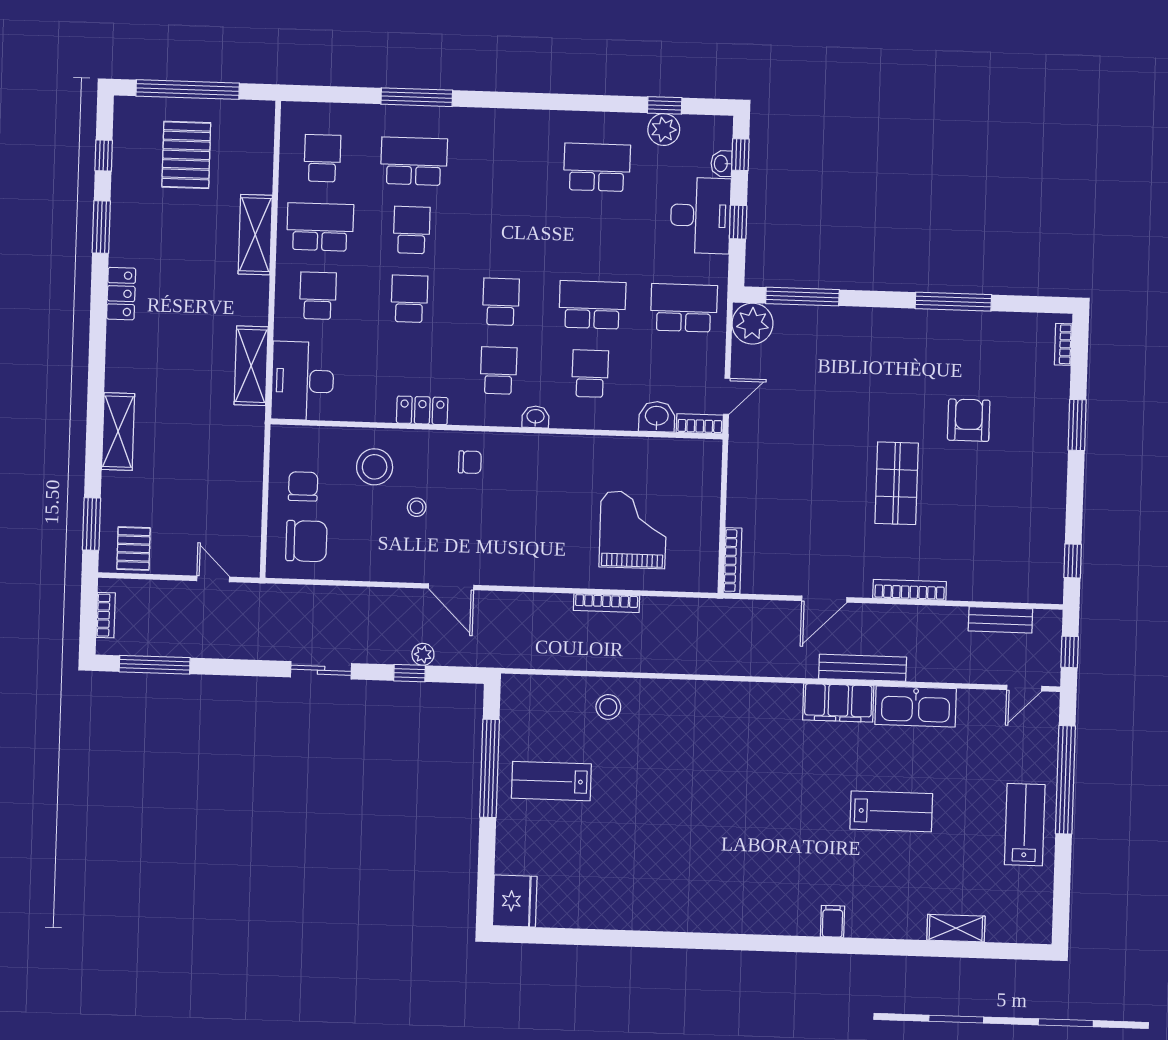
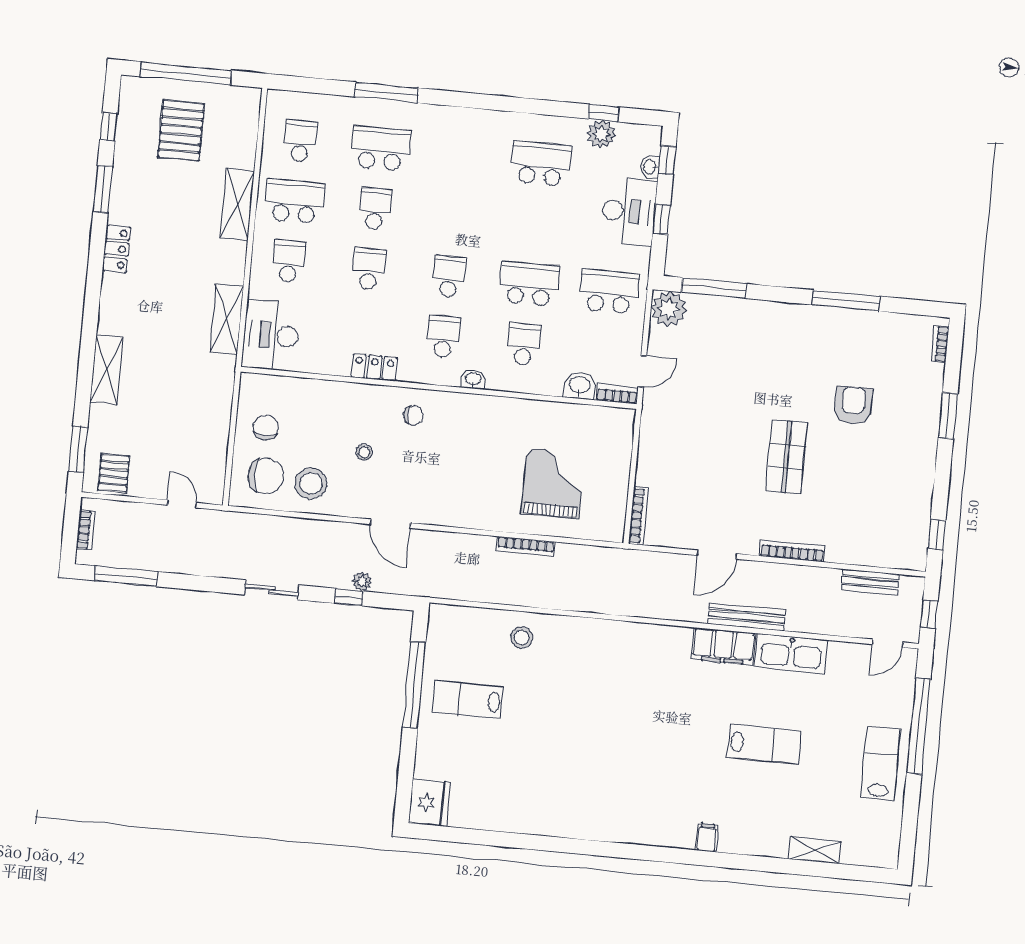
stool: (375, 467) -> (311, 484), moved

